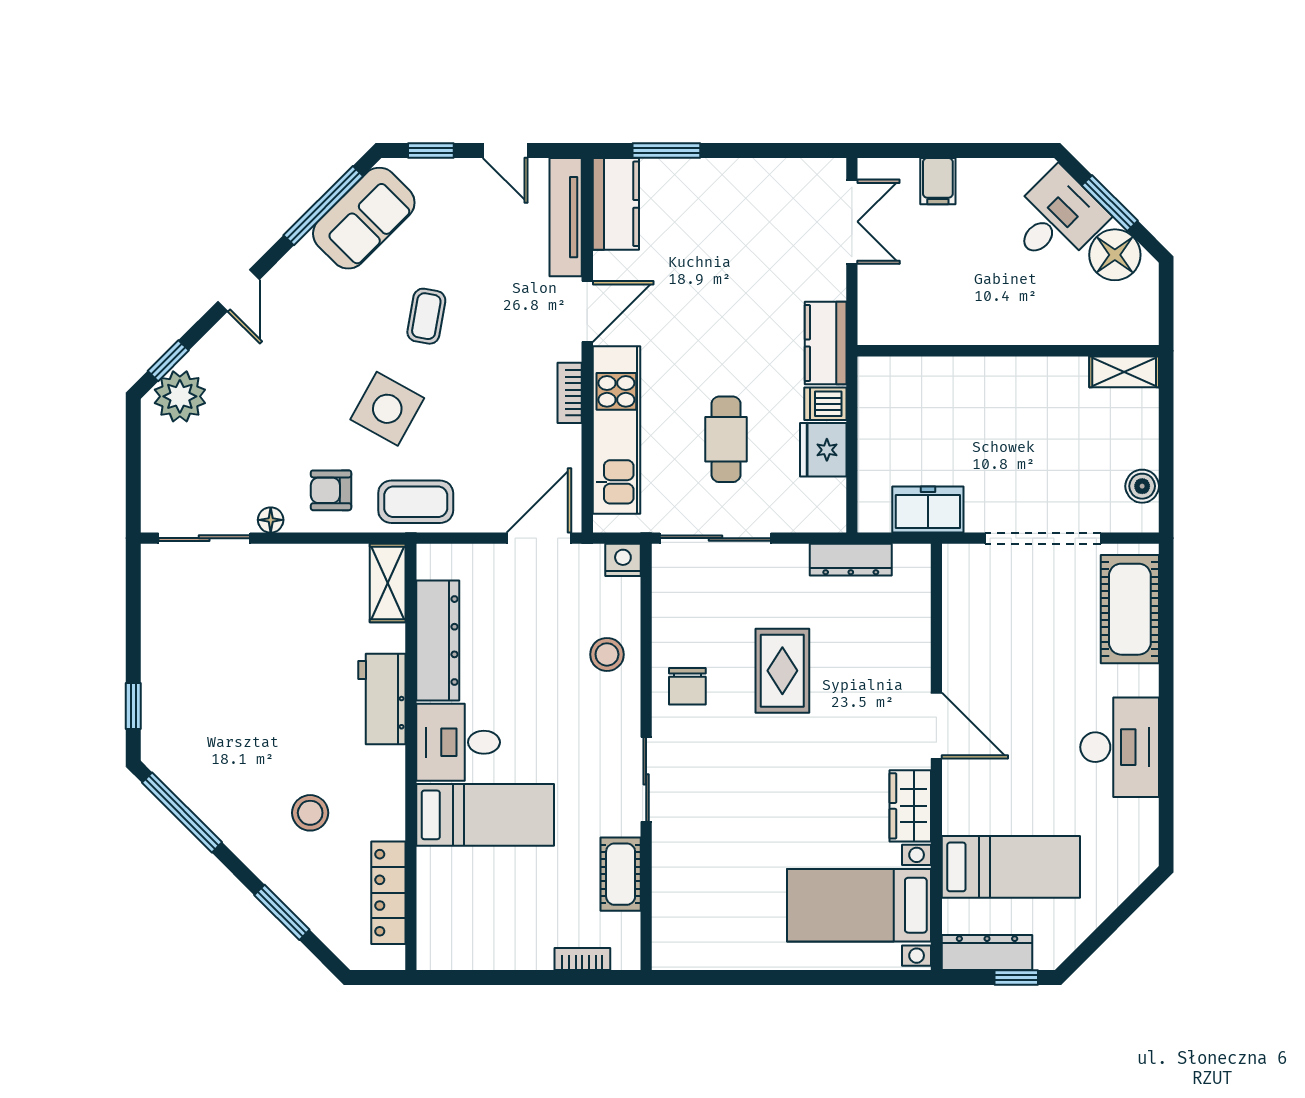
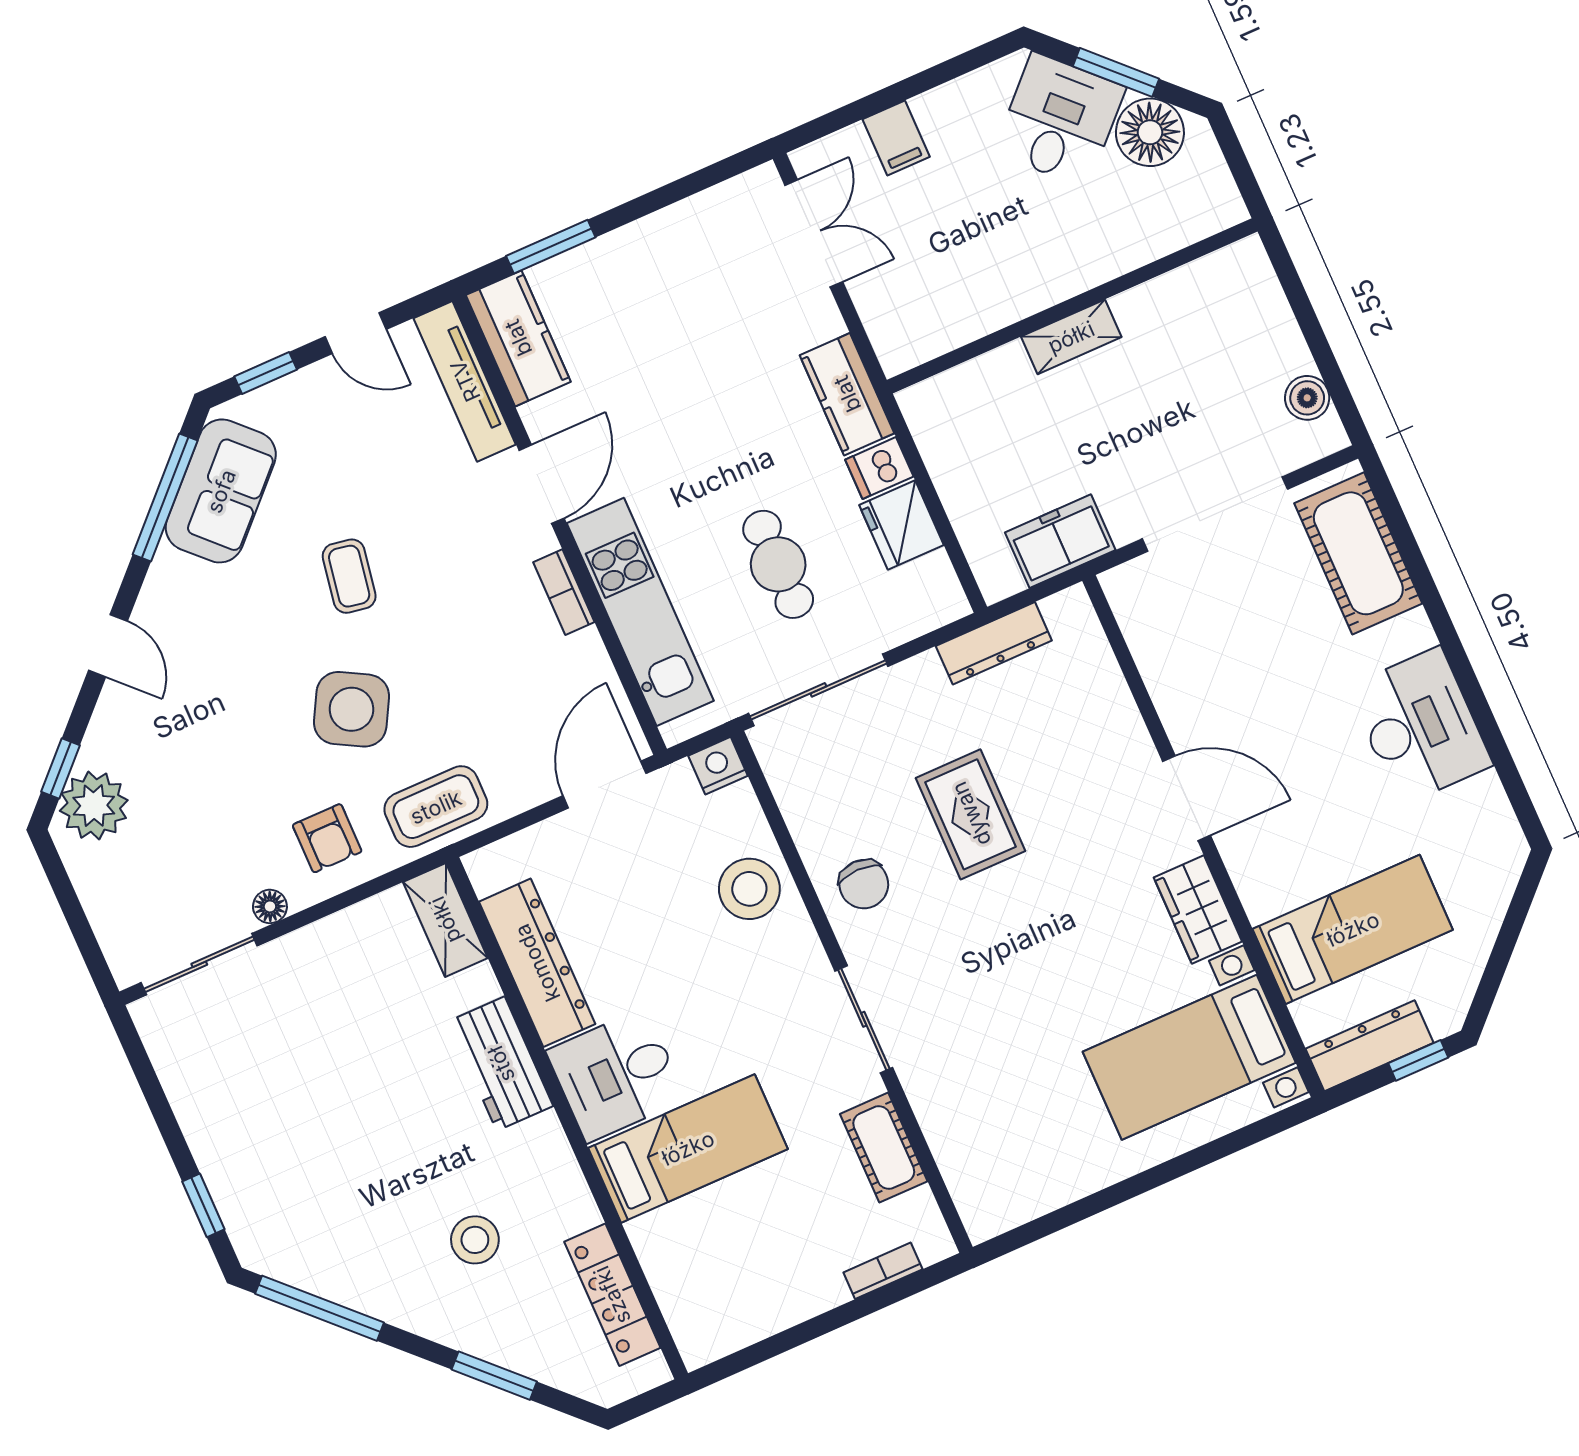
shelving: (1124, 372) -> (1071, 337), moved
armchair: (331, 490) -> (327, 838), turned -90
stool: (607, 654) -> (749, 889), width x1.38, depth x1.38

